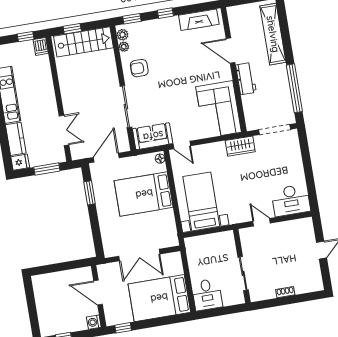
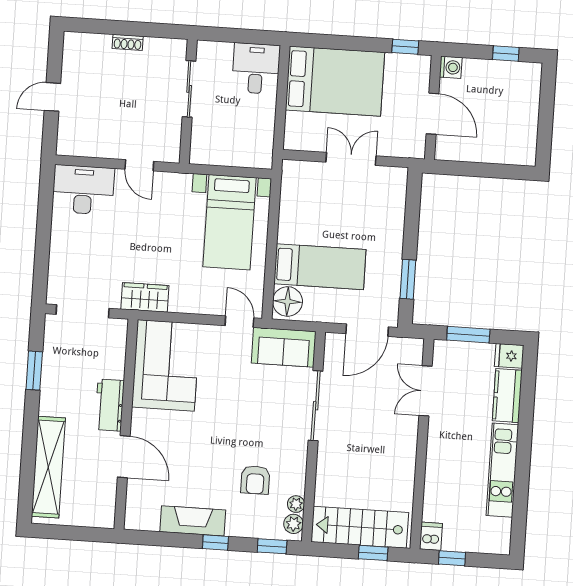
fireplace: (199, 20) -> (193, 521), moved
armchair: (139, 68) -> (255, 480), moved, turned 90
window: (294, 88) -> (34, 371), width x0.47
floor lamp: (160, 159) -> (287, 301), width x1.89, depth x1.89
bed: (144, 194) -> (320, 267), width x0.67
double door: (139, 255) -> (351, 159), width x0.73

